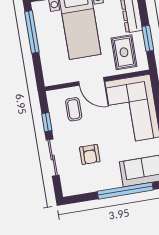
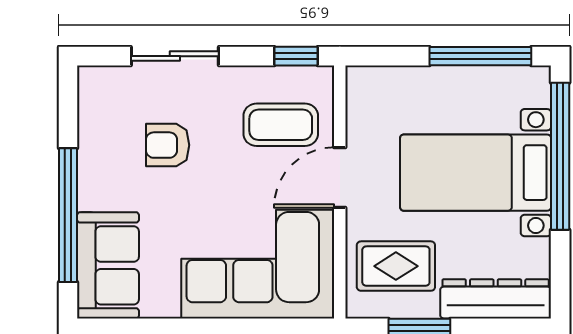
coffee table: (74, 109) -> (281, 125), width x1.36, depth x1.30
window: (47, 122) -> (296, 56), moved

